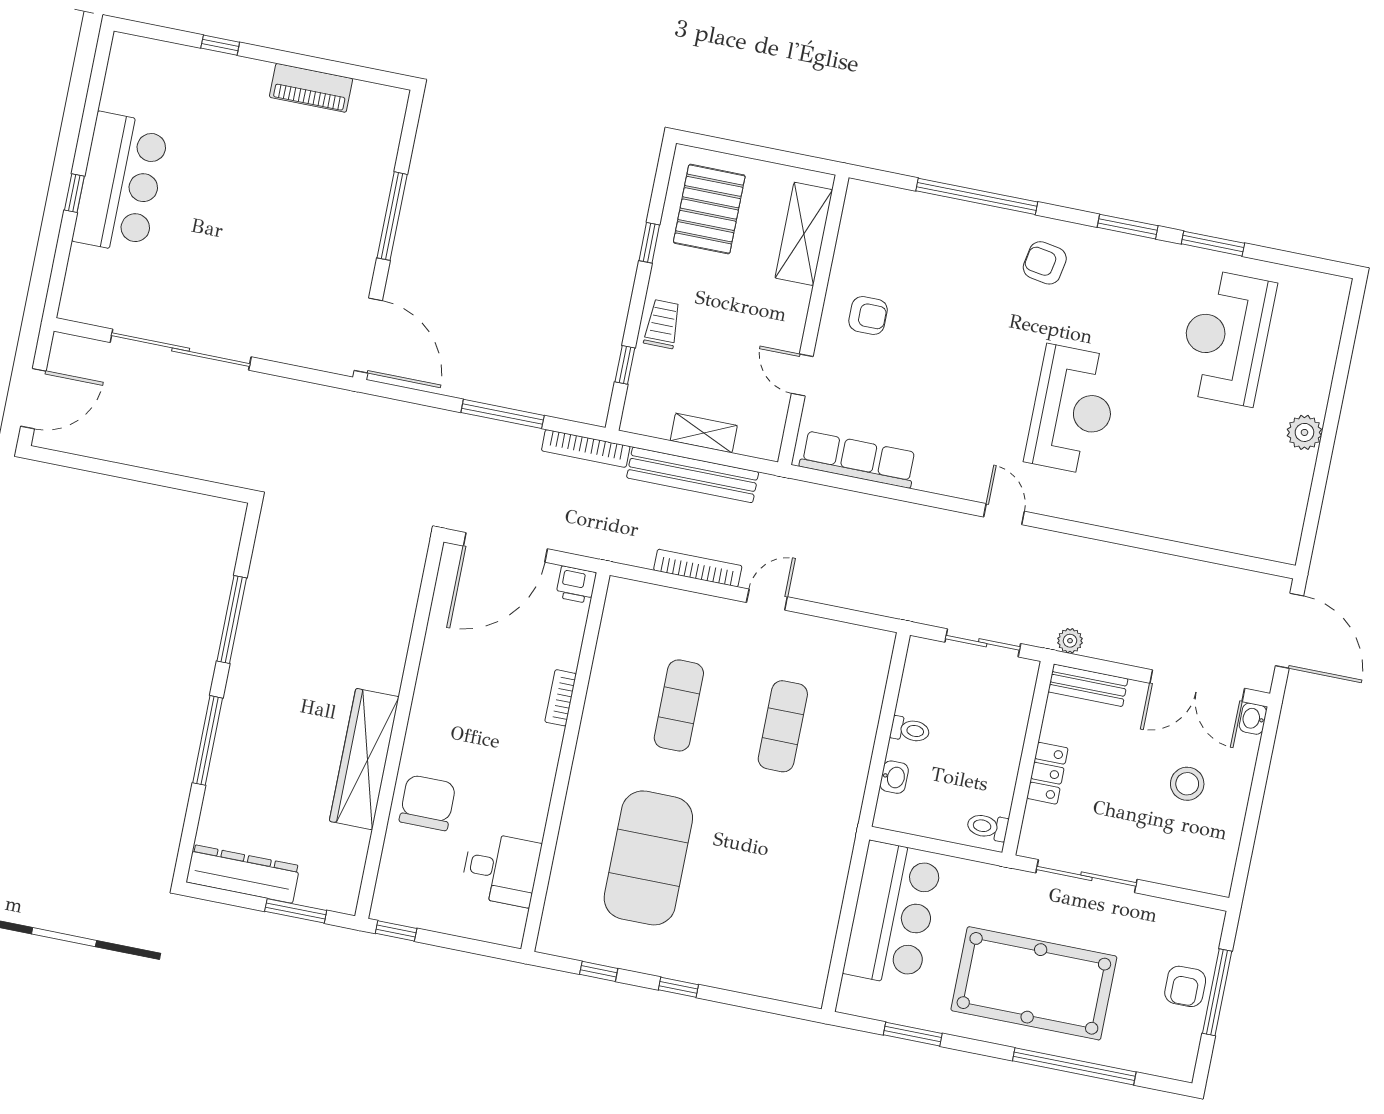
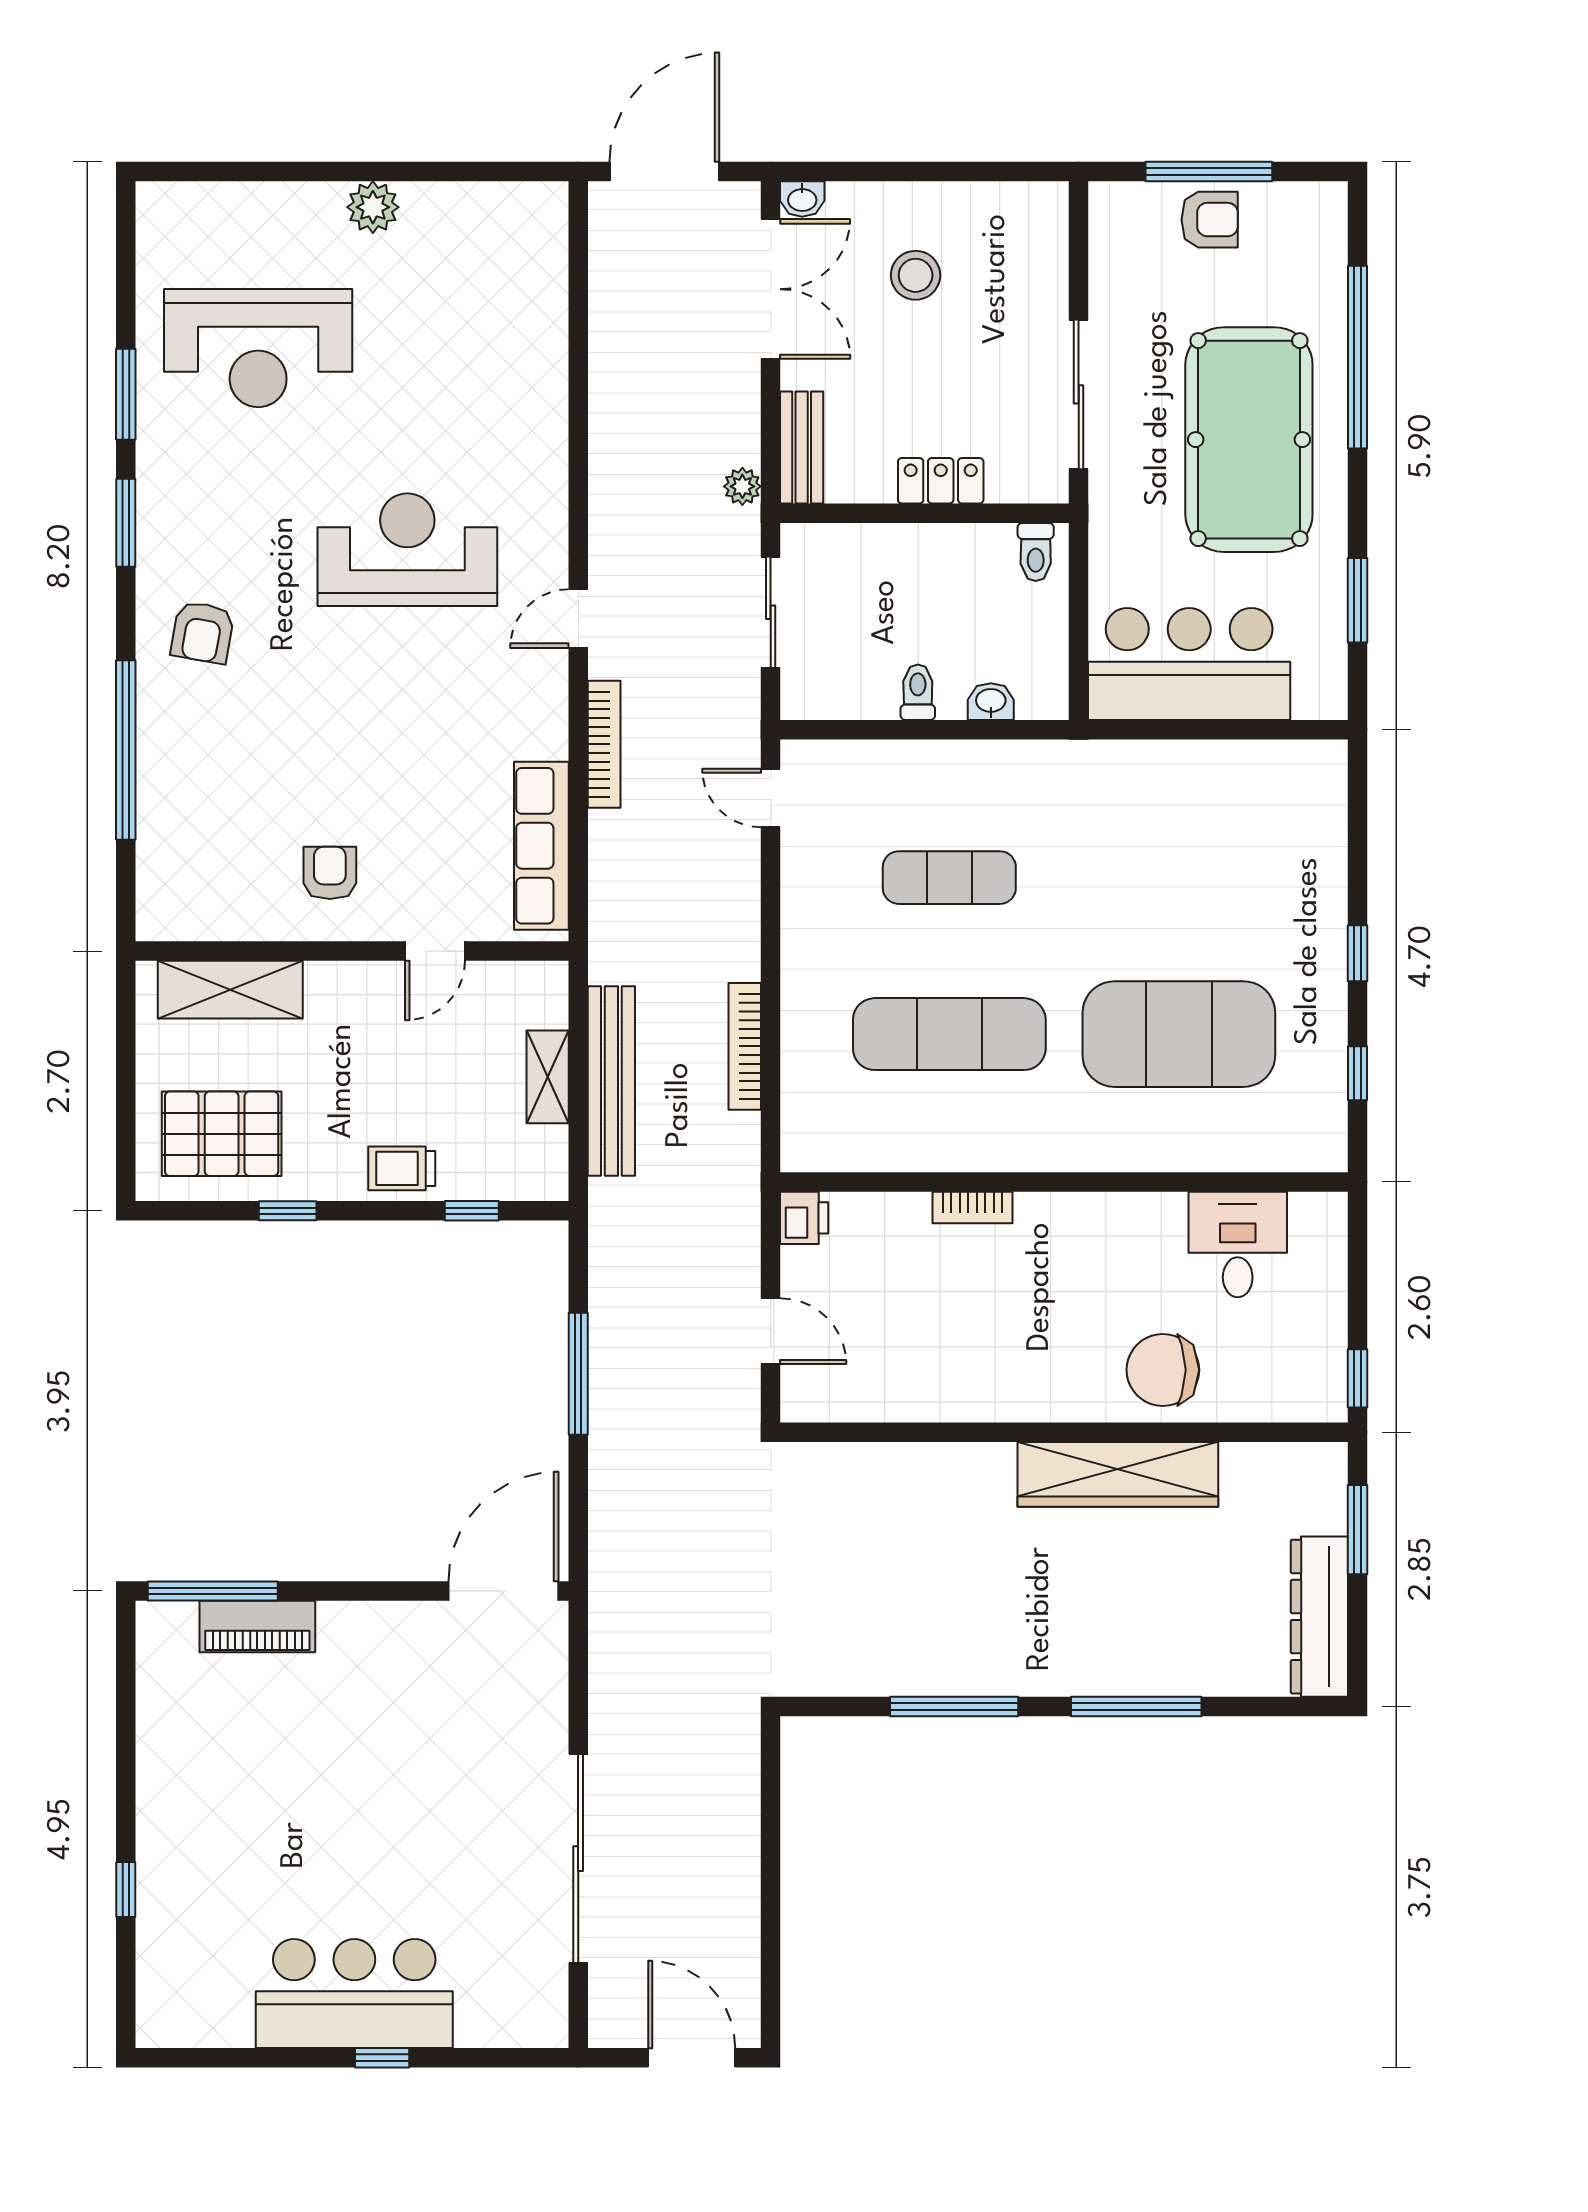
piano: (311, 88) -> (257, 1626), moved, turned 90
window: (392, 216) -> (213, 1591), moved
bookcase: (586, 448) -> (604, 744), moved
door: (505, 547) -> (771, 1331), width x0.53
door: (767, 600) -> (771, 798), moved
exercise mat: (679, 705) -> (949, 1034), width x1.36, depth x1.45

